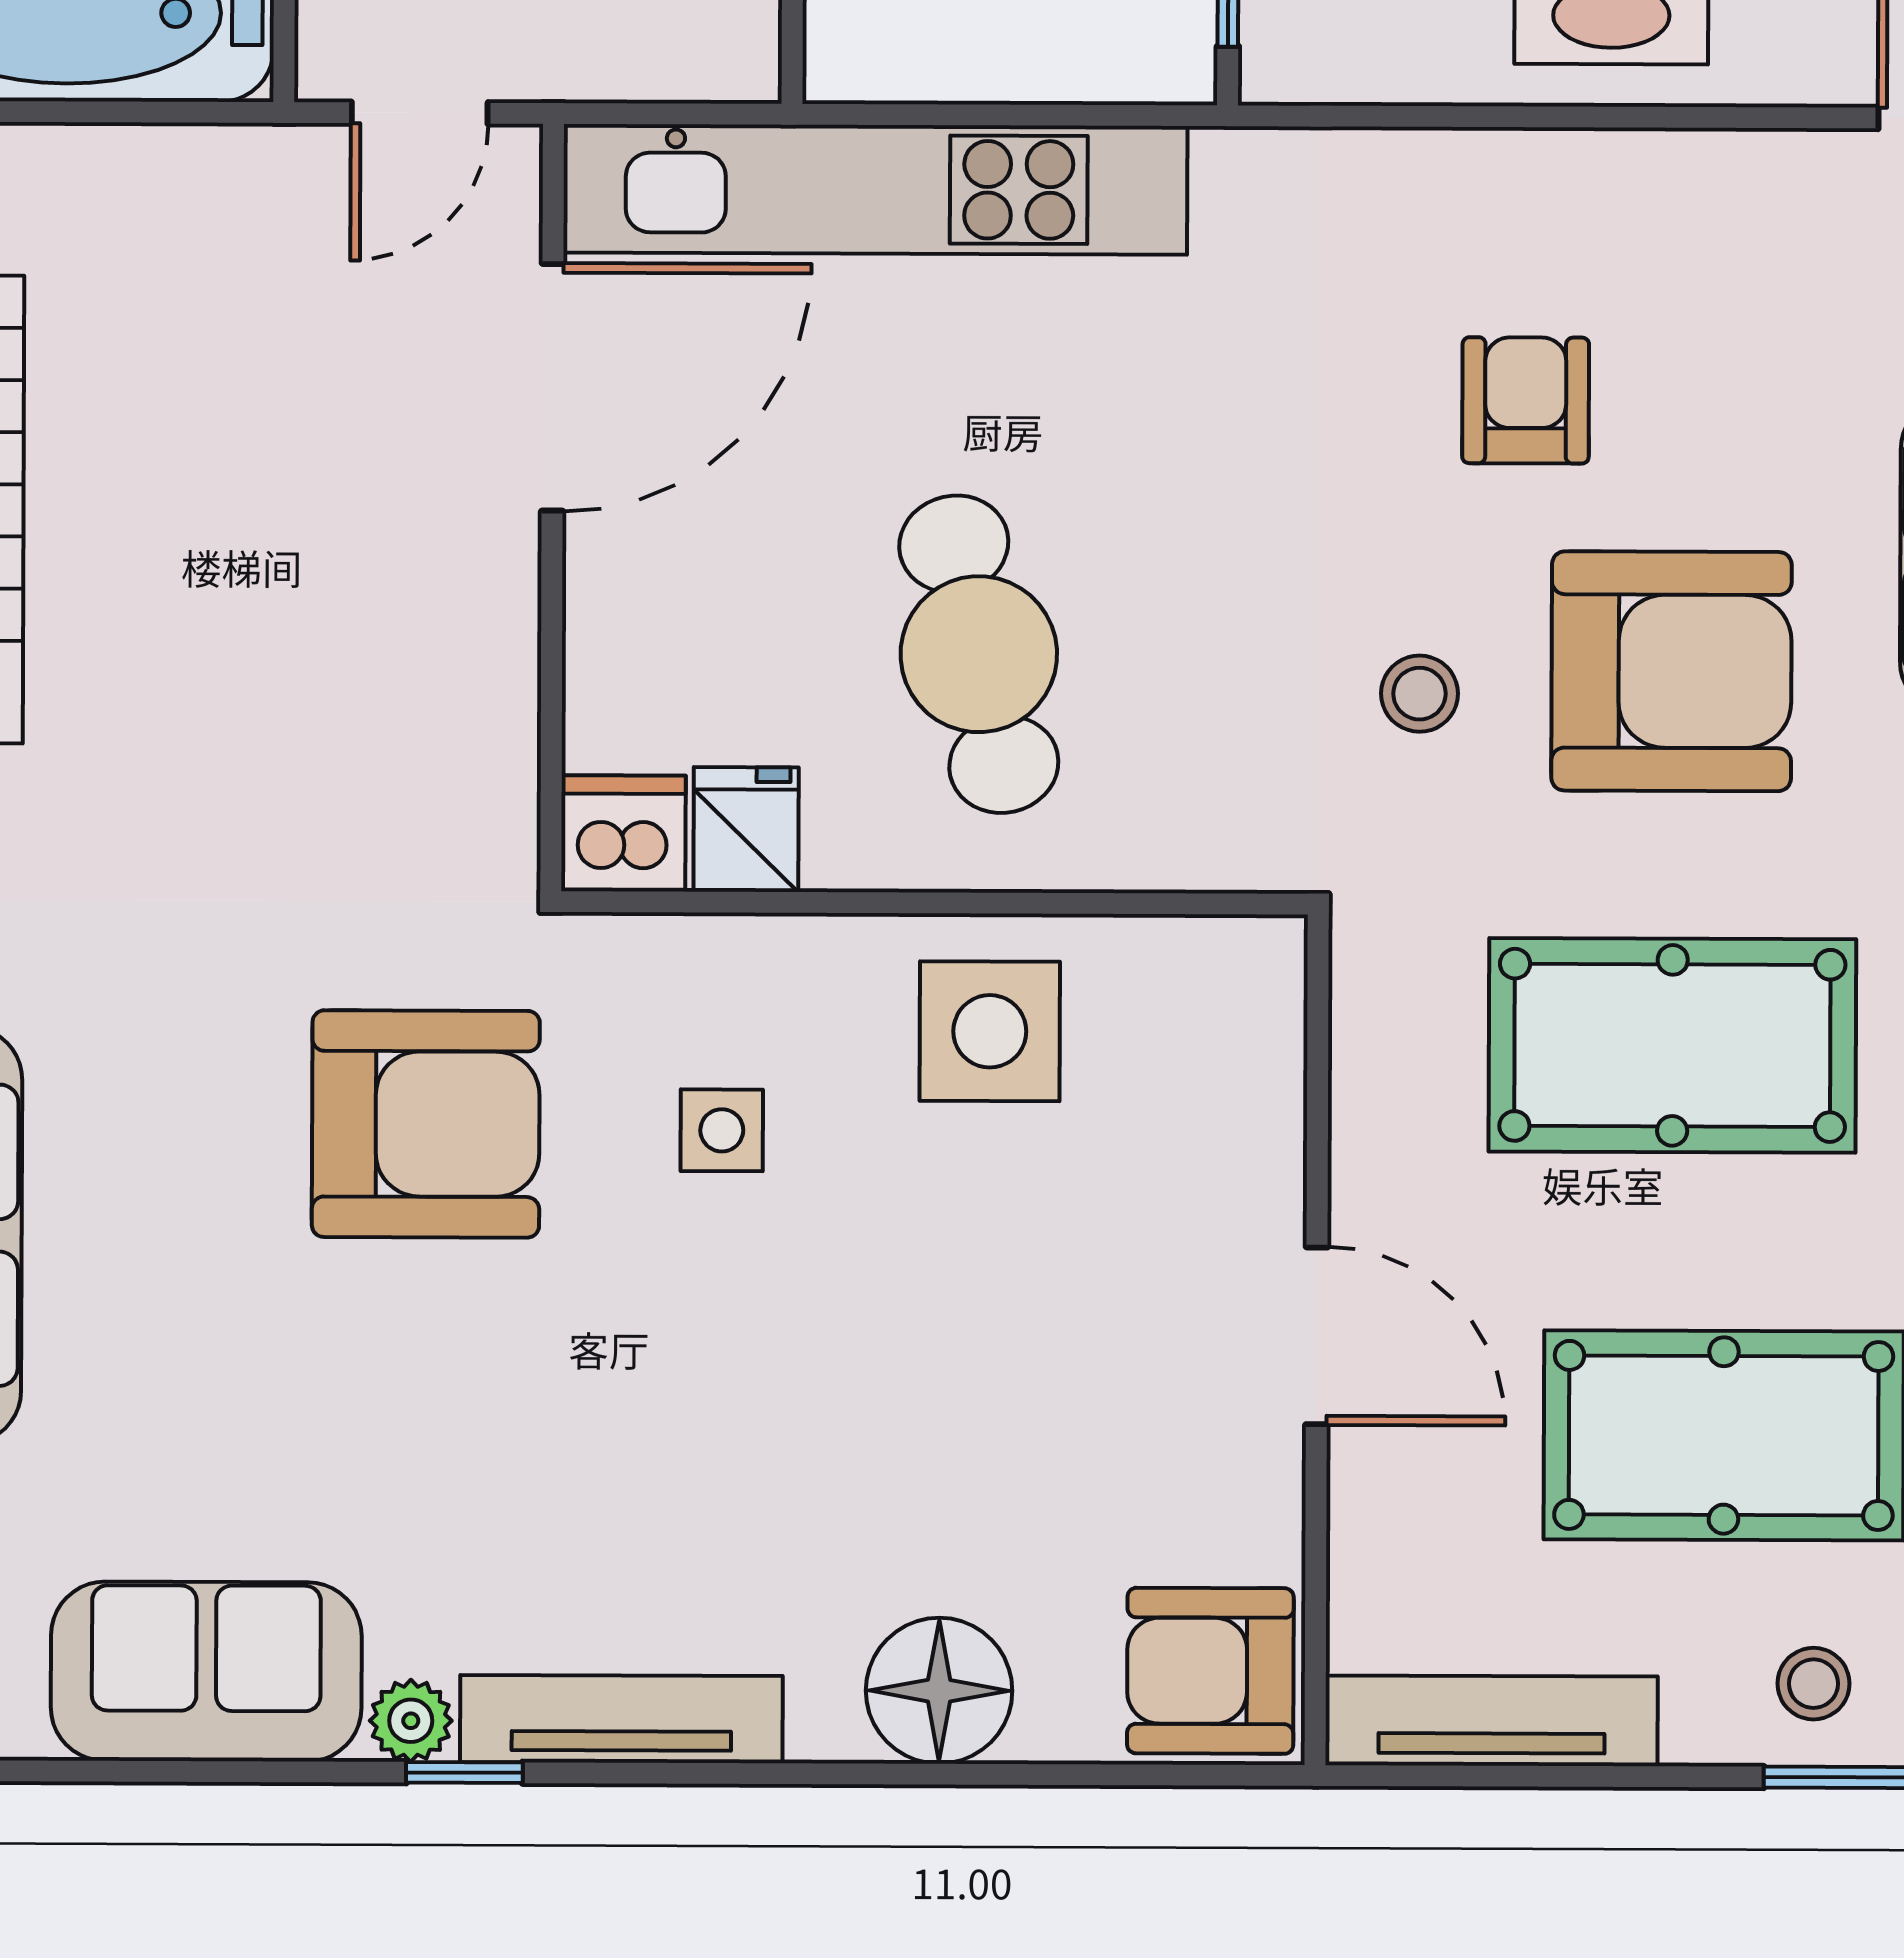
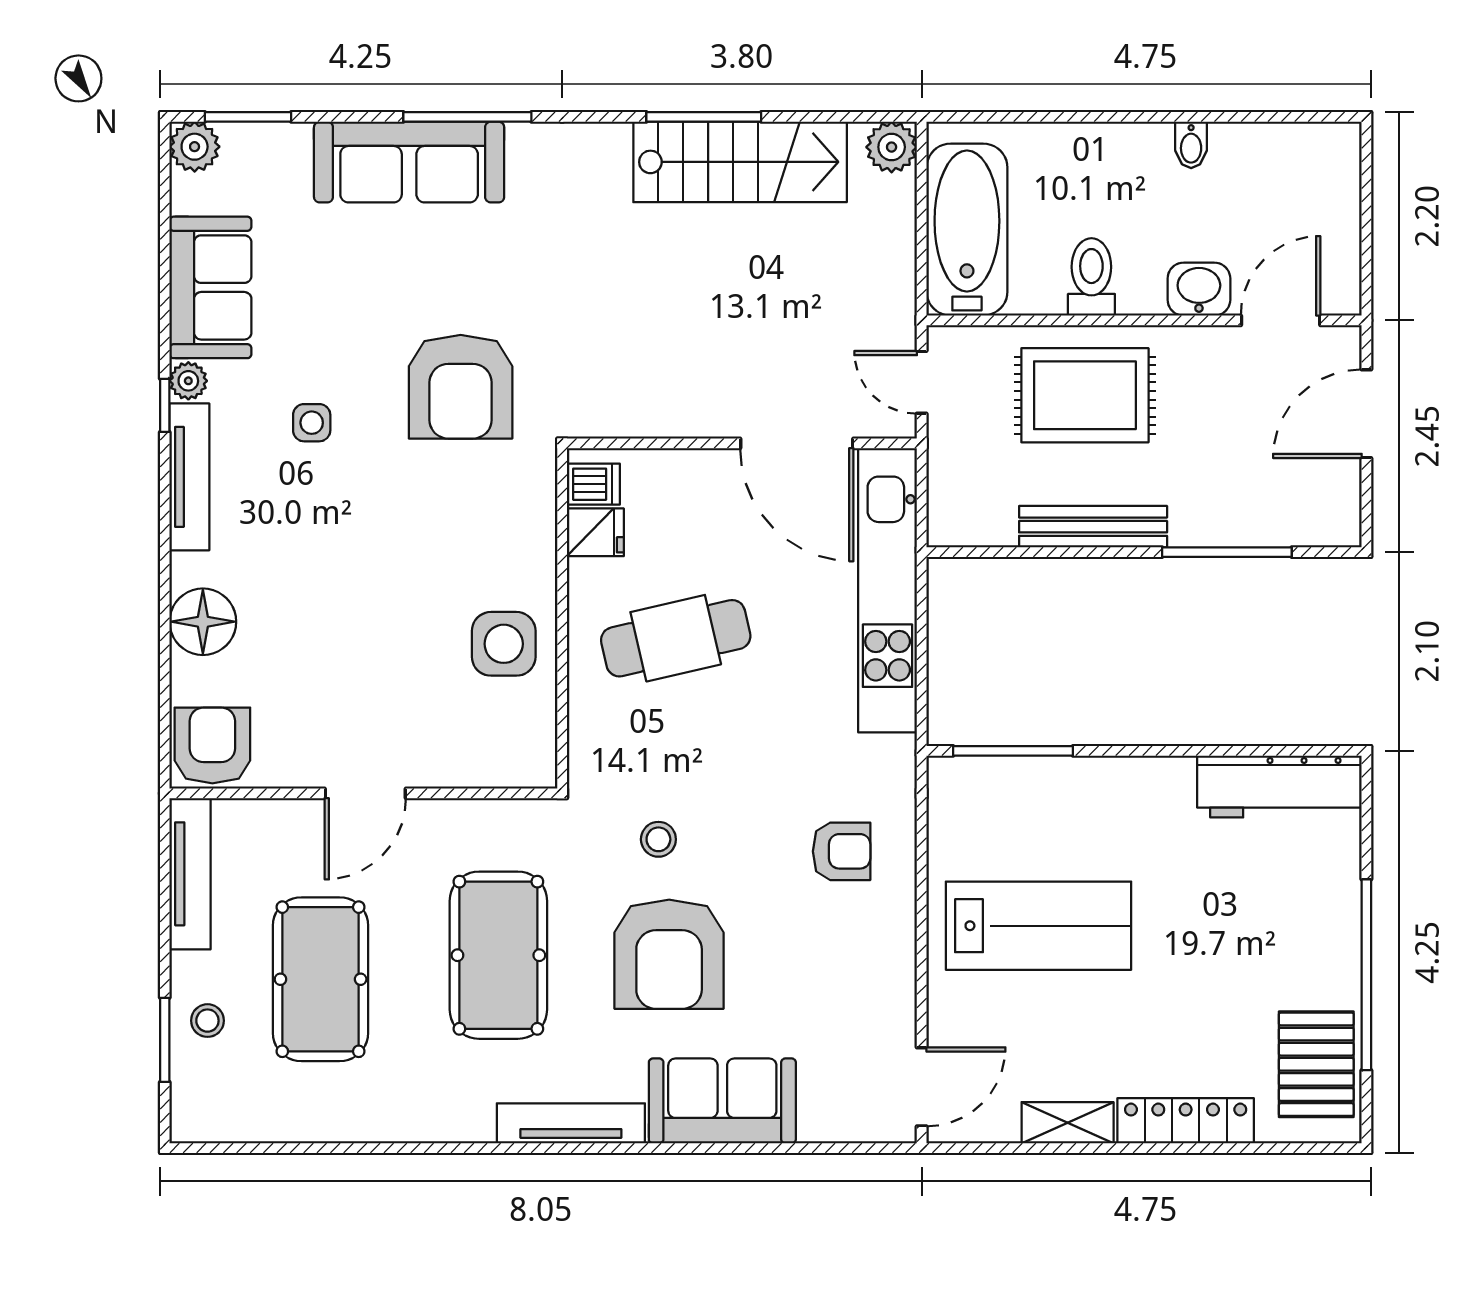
armchair: (1526, 400) -> (842, 851), moved
dishwasher: (623, 833) -> (593, 484), width x0.73
side table: (722, 1130) -> (312, 423), moved

